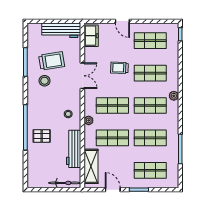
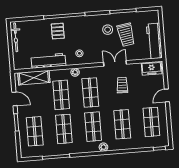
trolley: (119, 68) -> (122, 85), moved
double door: (82, 76) -> (115, 63), swing flipped
bicycle: (64, 183) -> (16, 37), moved
door: (113, 190) -> (14, 99), hinge flipped

